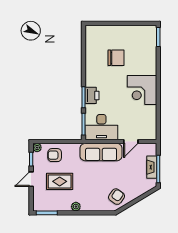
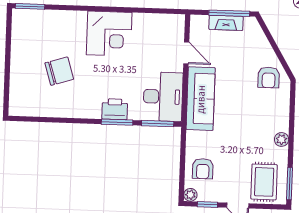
chair: (116, 58) -> (59, 71), turned 73
rug: (60, 181) -> (264, 182), moved
armchair: (117, 197) -> (269, 78), turned -125

